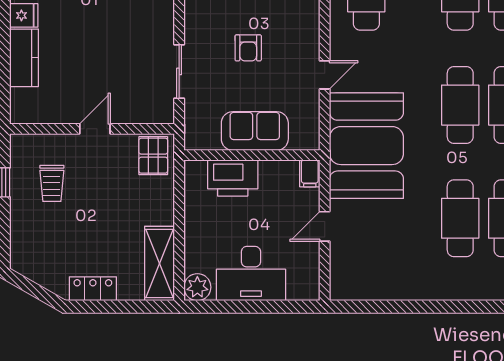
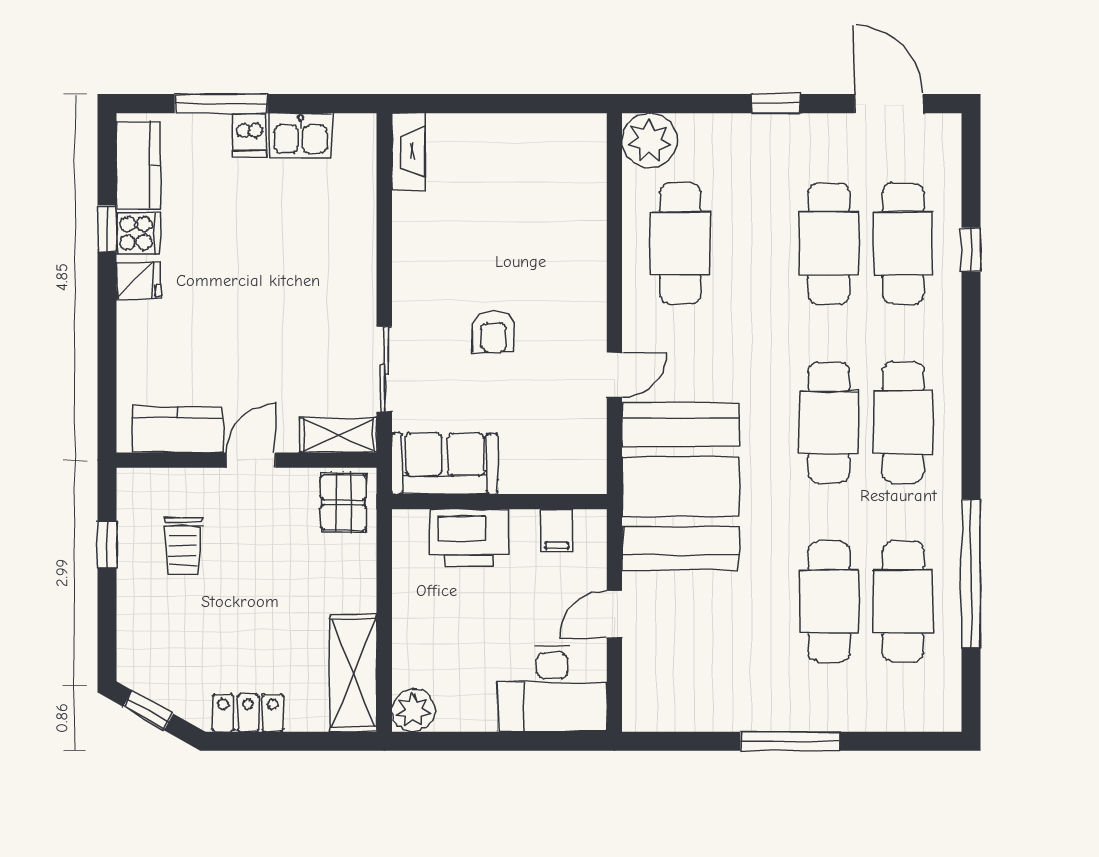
kitchen counter: (24, 58) -> (177, 430), moved, turned -90
shelving: (150, 113) -> (338, 435), added
sofa: (255, 131) -> (445, 463), moved
filing cabinet: (310, 173) -> (557, 530), moved
desk: (251, 273) -> (552, 689), moved
window: (30, 287) -> (148, 710), added
window: (436, 307) -> (790, 741), added

